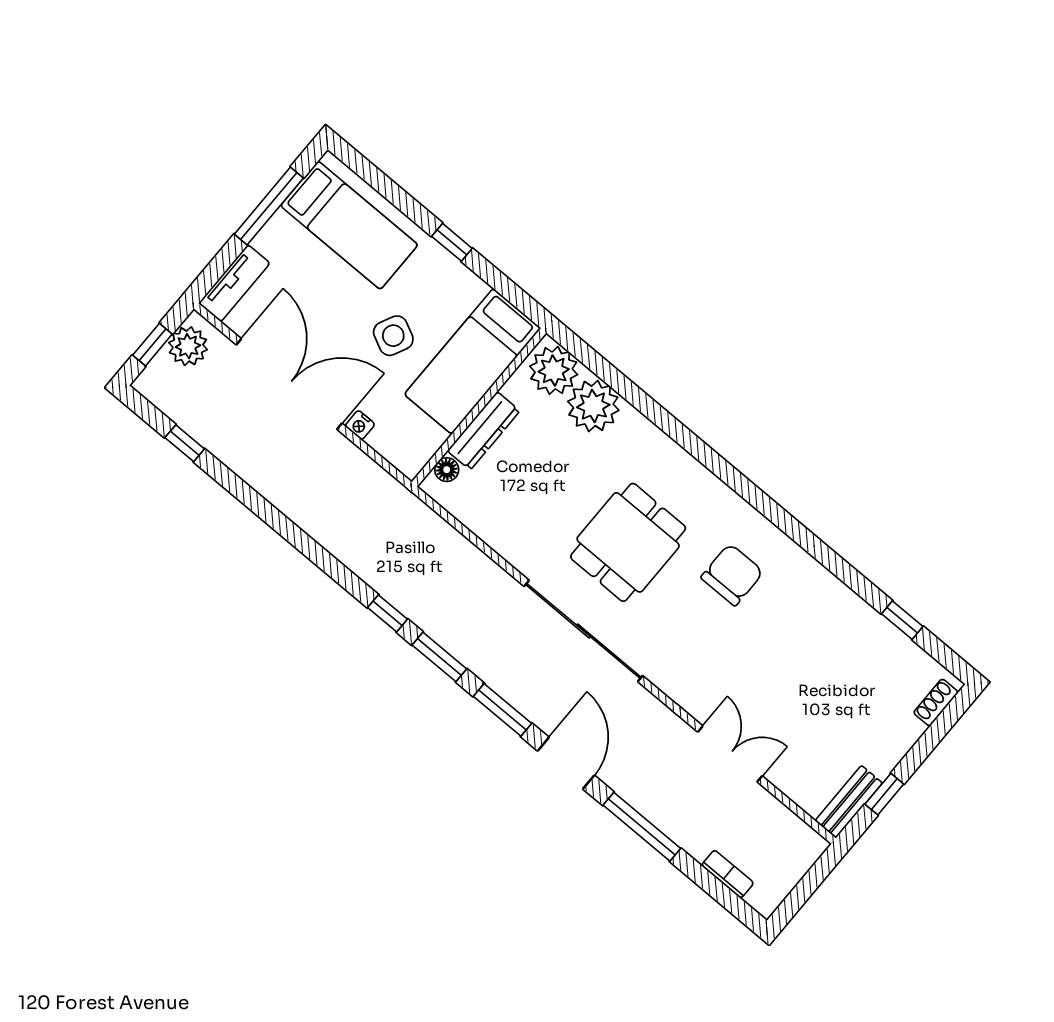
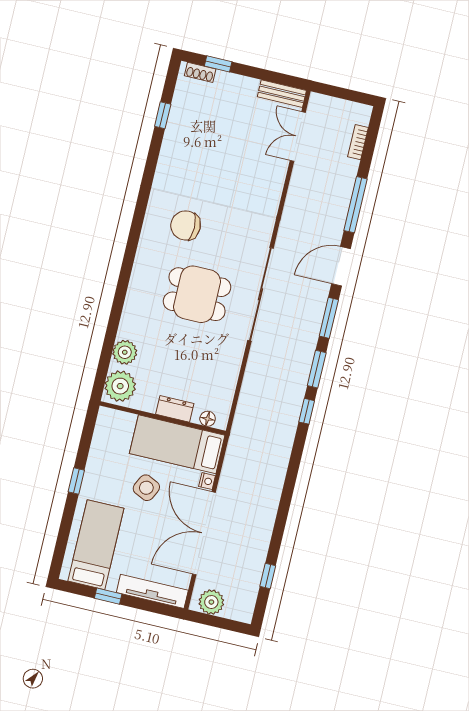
window: (269, 206) -> (108, 596), width x0.46
tv unit: (234, 283) -> (152, 591), width x1.41
window: (152, 345) -> (221, 623), removed
bed: (473, 361) -> (177, 444), moved, turned 180
plant: (593, 406) -> (125, 352), width x0.73, depth x0.73
dresser: (484, 431) -> (175, 409), width x0.70
double door: (730, 754) -> (298, 136), moved
window: (884, 794) -> (218, 64), moved

